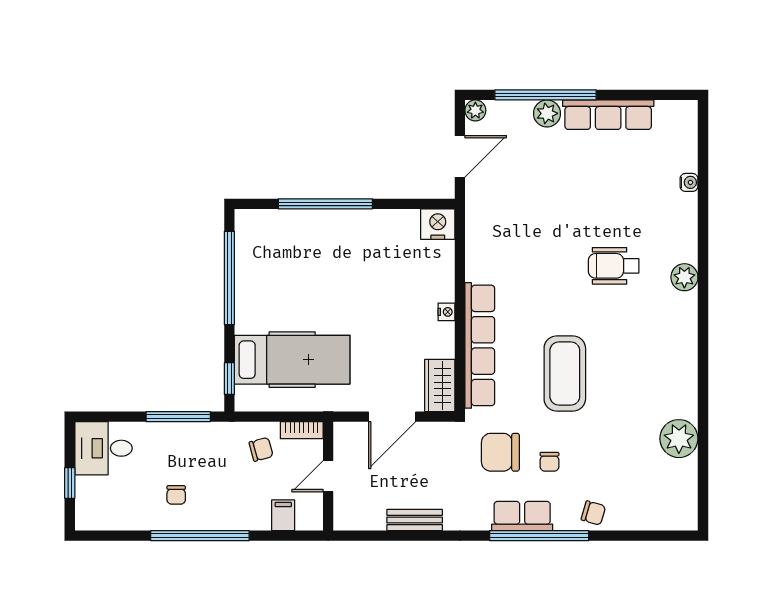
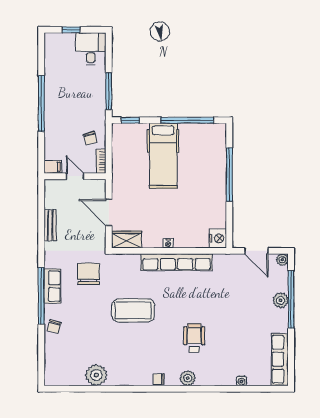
row of seats: (608, 115) -> (280, 359), moved
row of seats: (480, 345) -> (177, 262), moved
hospital bed: (292, 360) -> (163, 156), moved
chair: (549, 462) -> (159, 379), moved
chair: (176, 495) -> (64, 90), removed
filing cabinet: (283, 515) -> (53, 167), moved

